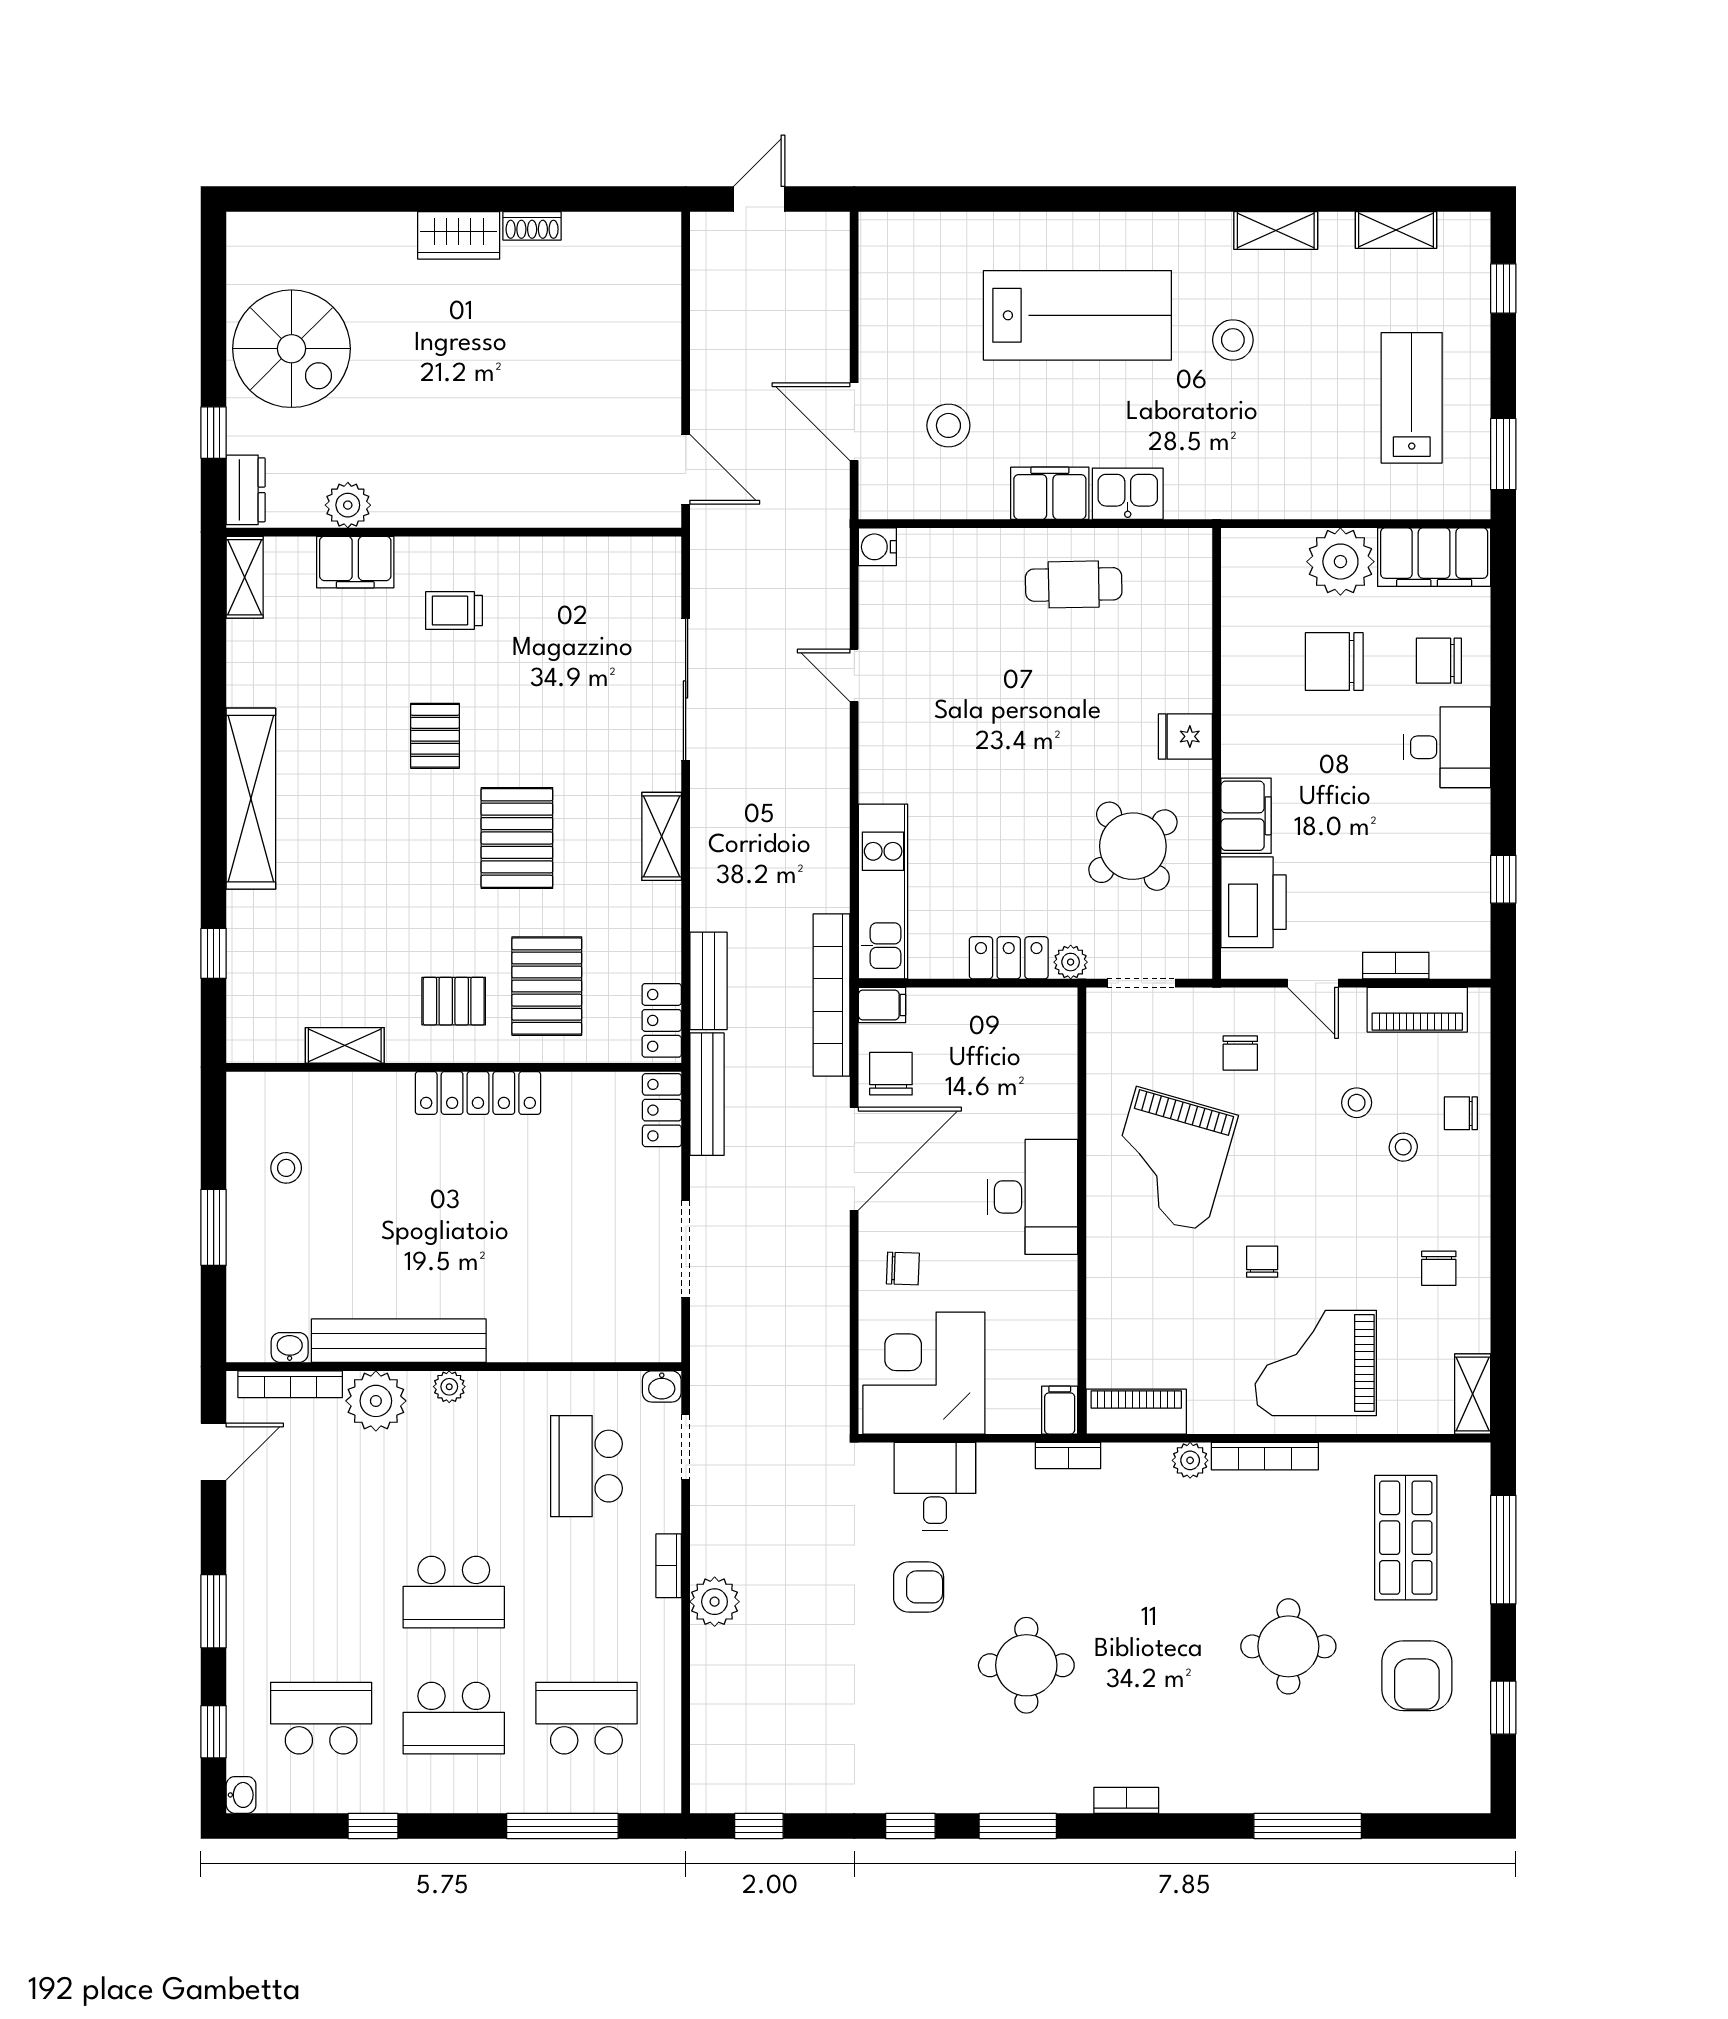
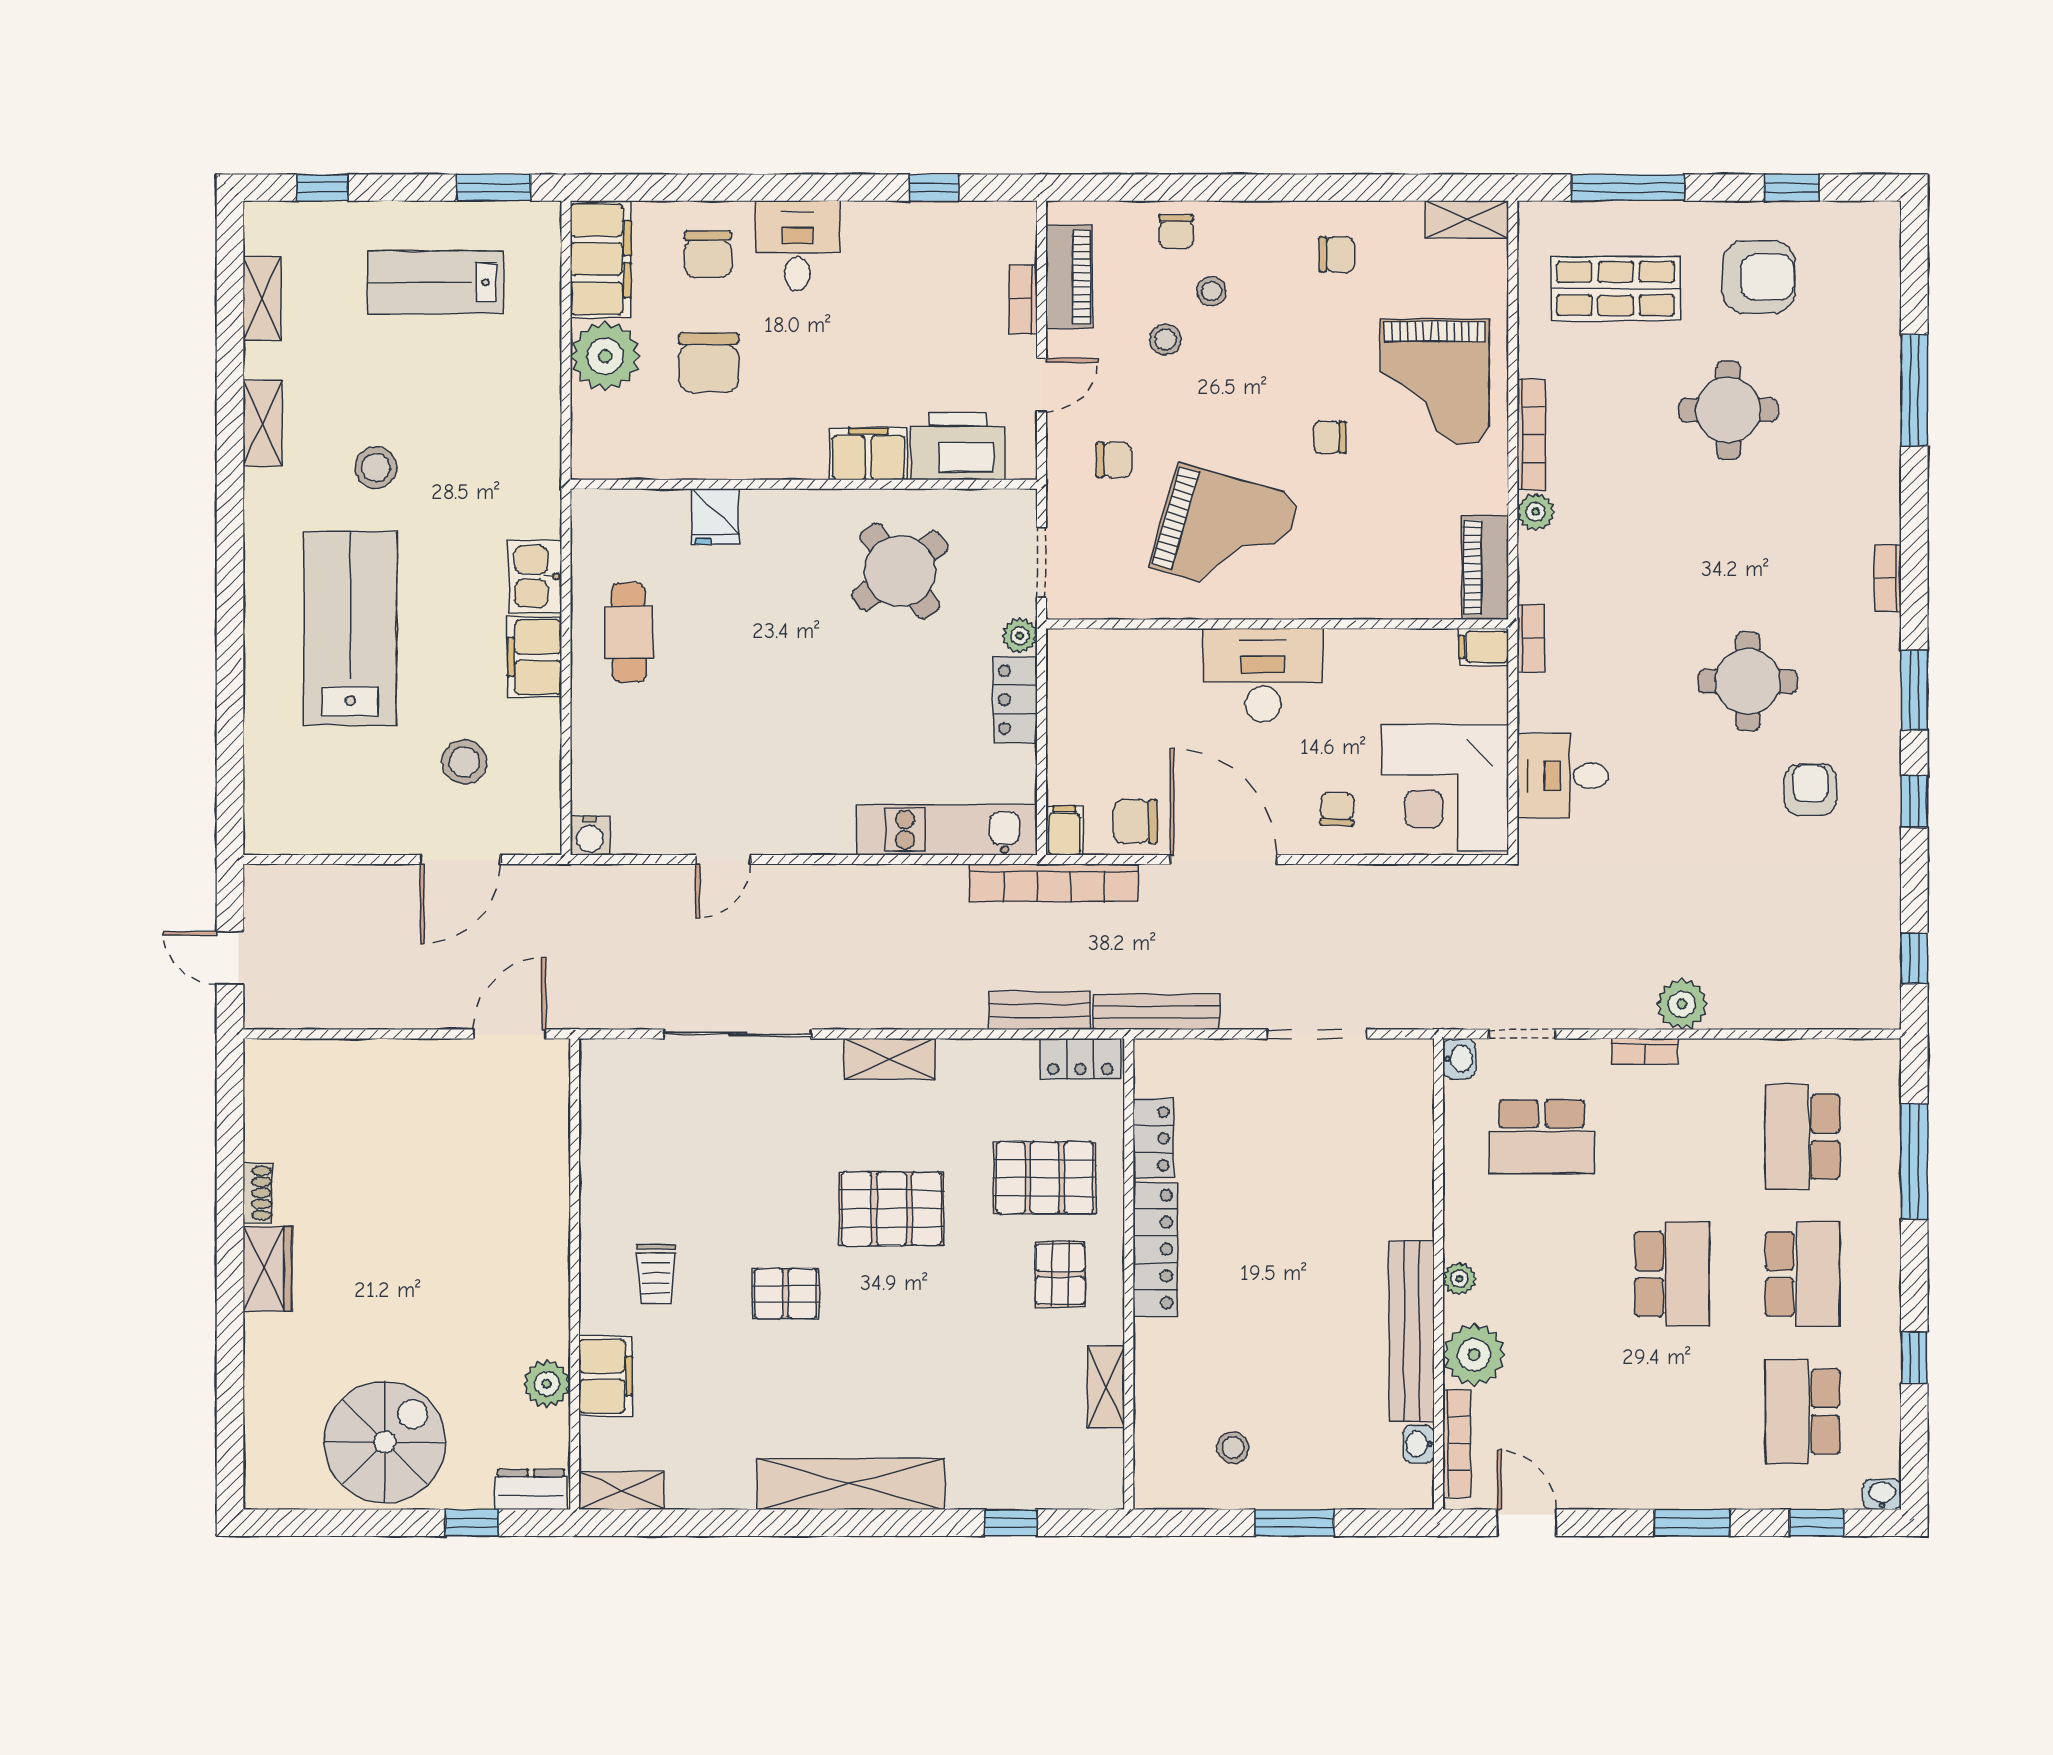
fridge: (1185, 736) -> (715, 517), moved
locker: (662, 1110) -> (1153, 1139), moved, turned -90
armchair: (919, 1587) -> (1810, 790), moved

